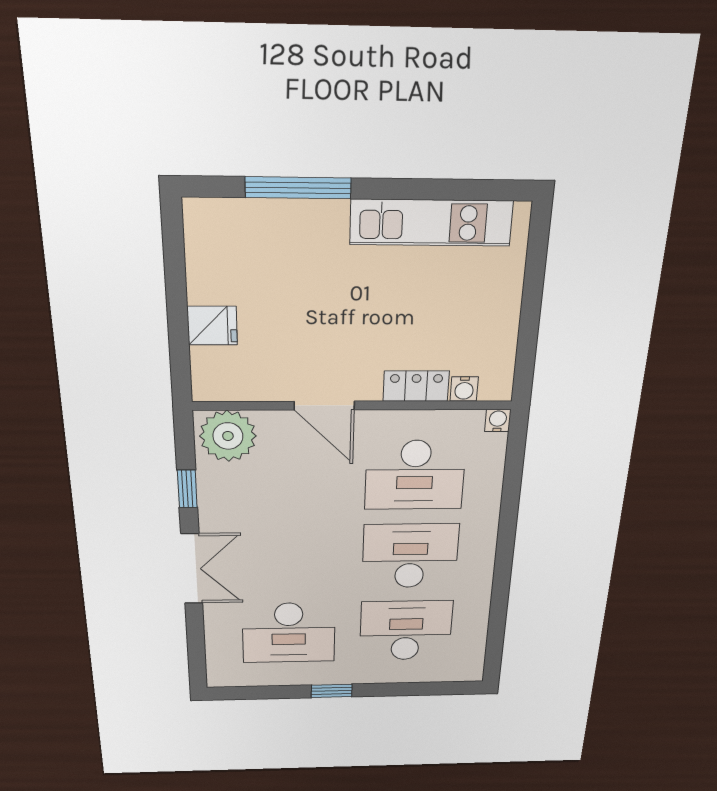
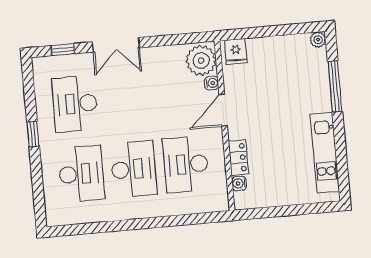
plant: (198, 213) -> (318, 40), added
fridge: (212, 326) -> (236, 51), moved
water cooler: (498, 420) -> (212, 83), moved
window: (187, 489) -> (63, 50), moved

